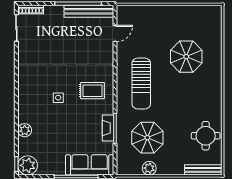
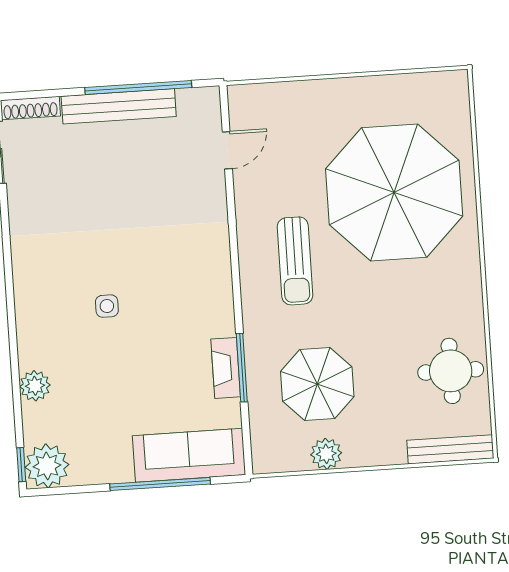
bench: (89, 11) -> (119, 106), moved
parasol: (186, 57) -> (394, 193), width x1.86, depth x1.86
sun lounger: (141, 84) -> (295, 261), width x0.73, depth x0.75
rug: (92, 91) -> (184, 285), removed

